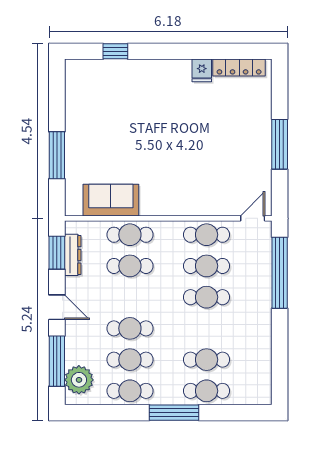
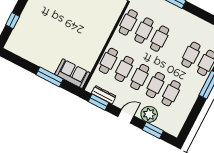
sofa: (111, 200) -> (72, 74), moved, turned 90
window: (57, 361) -> (153, 130), width x0.69
plant: (79, 380) -> (149, 114), moved
cafe table: (130, 391) -> (140, 77), moved

